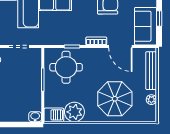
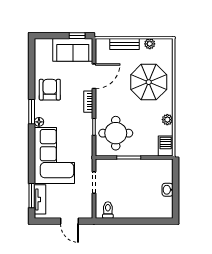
window: (159, 18) -> (77, 36), moved
bench: (151, 71) -> (125, 44), width x0.73
plant: (74, 112) -> (167, 120), width x0.53, depth x0.53
washbasin: (35, 117) -> (168, 190), moved

